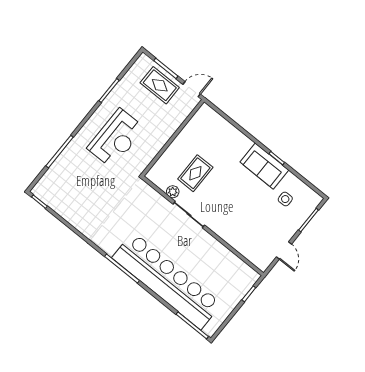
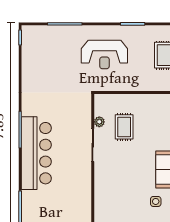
rug: (195, 173) -> (124, 127), turned 90
bar counter: (167, 281) -> (36, 153), width x0.73

